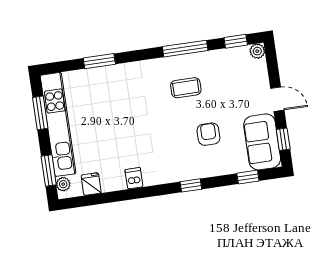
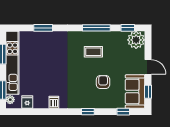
plant: (257, 51) -> (136, 40), width x1.88, depth x1.88

